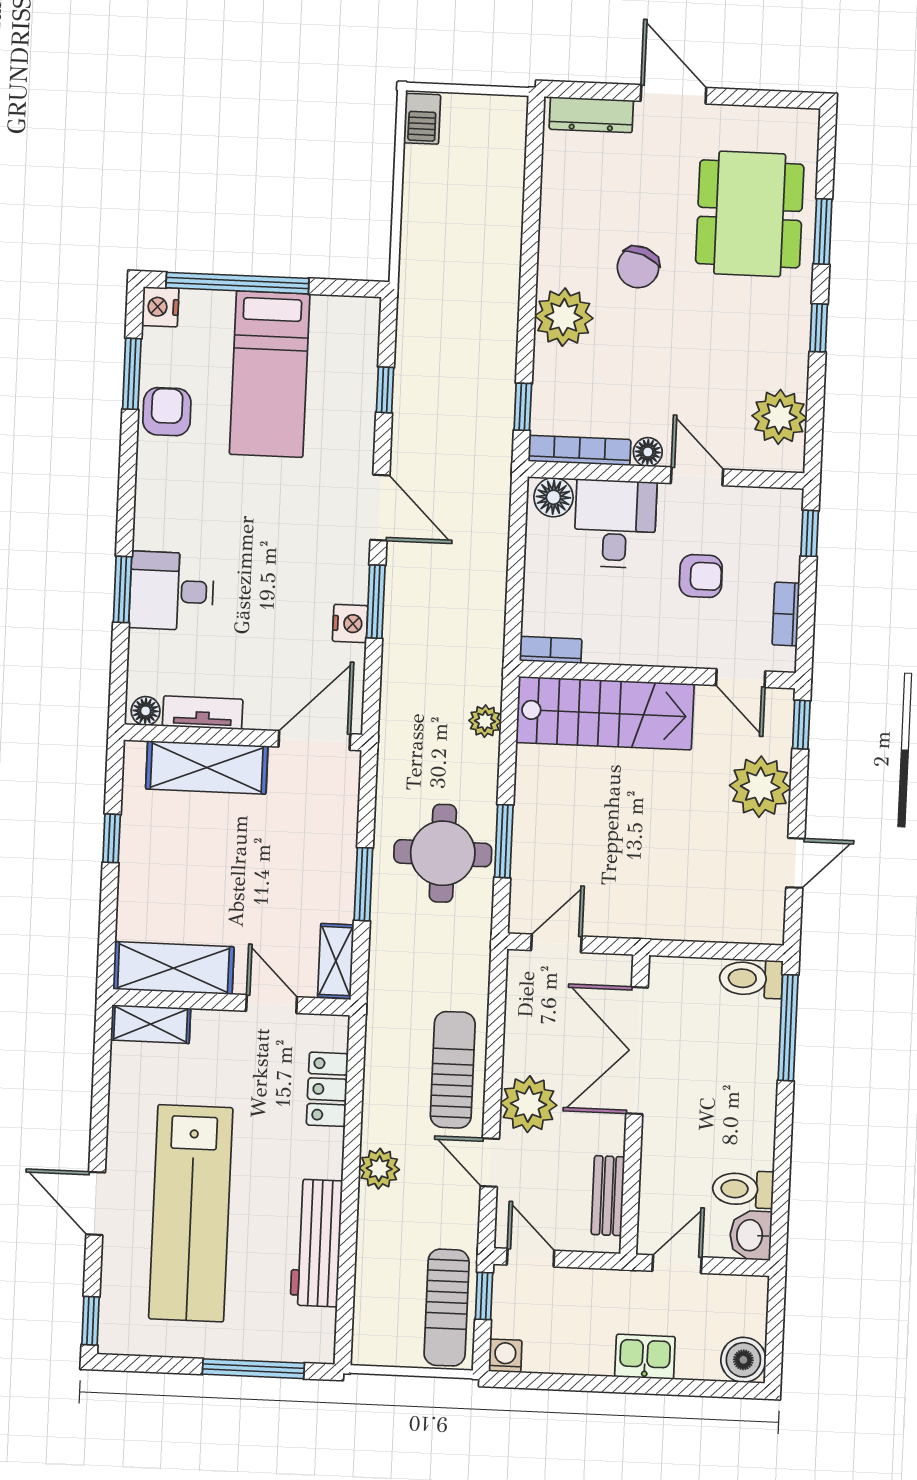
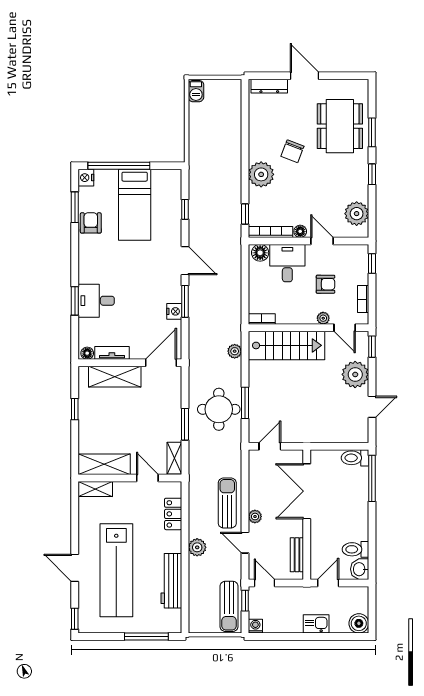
plant: (692, 654) -> (323, 318), added
plant: (529, 1104) -> (255, 517), width x0.53, depth x0.53

